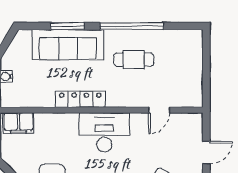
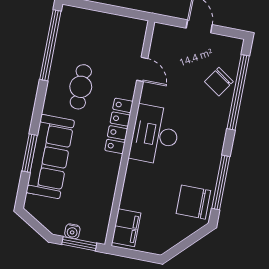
window: (132, 26) -> (50, 45), moved
locker: (80, 99) -> (119, 126), moved

